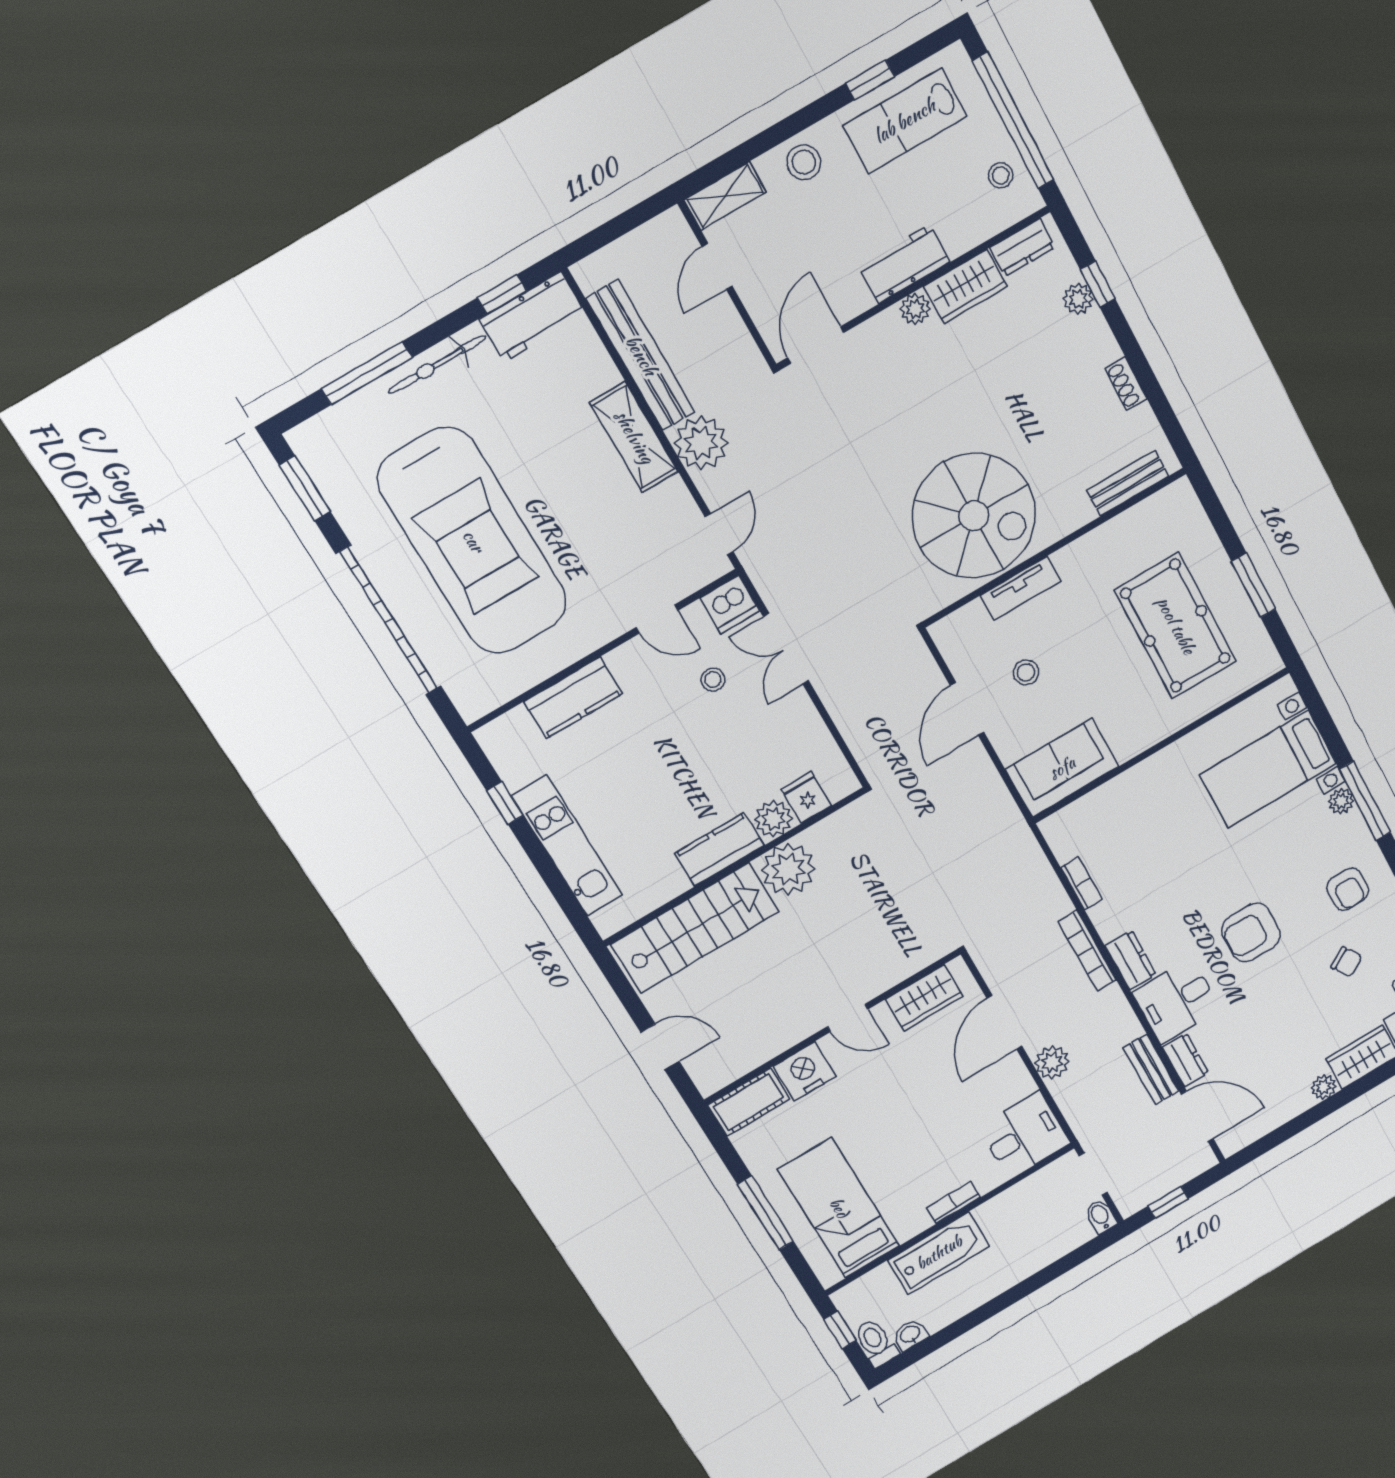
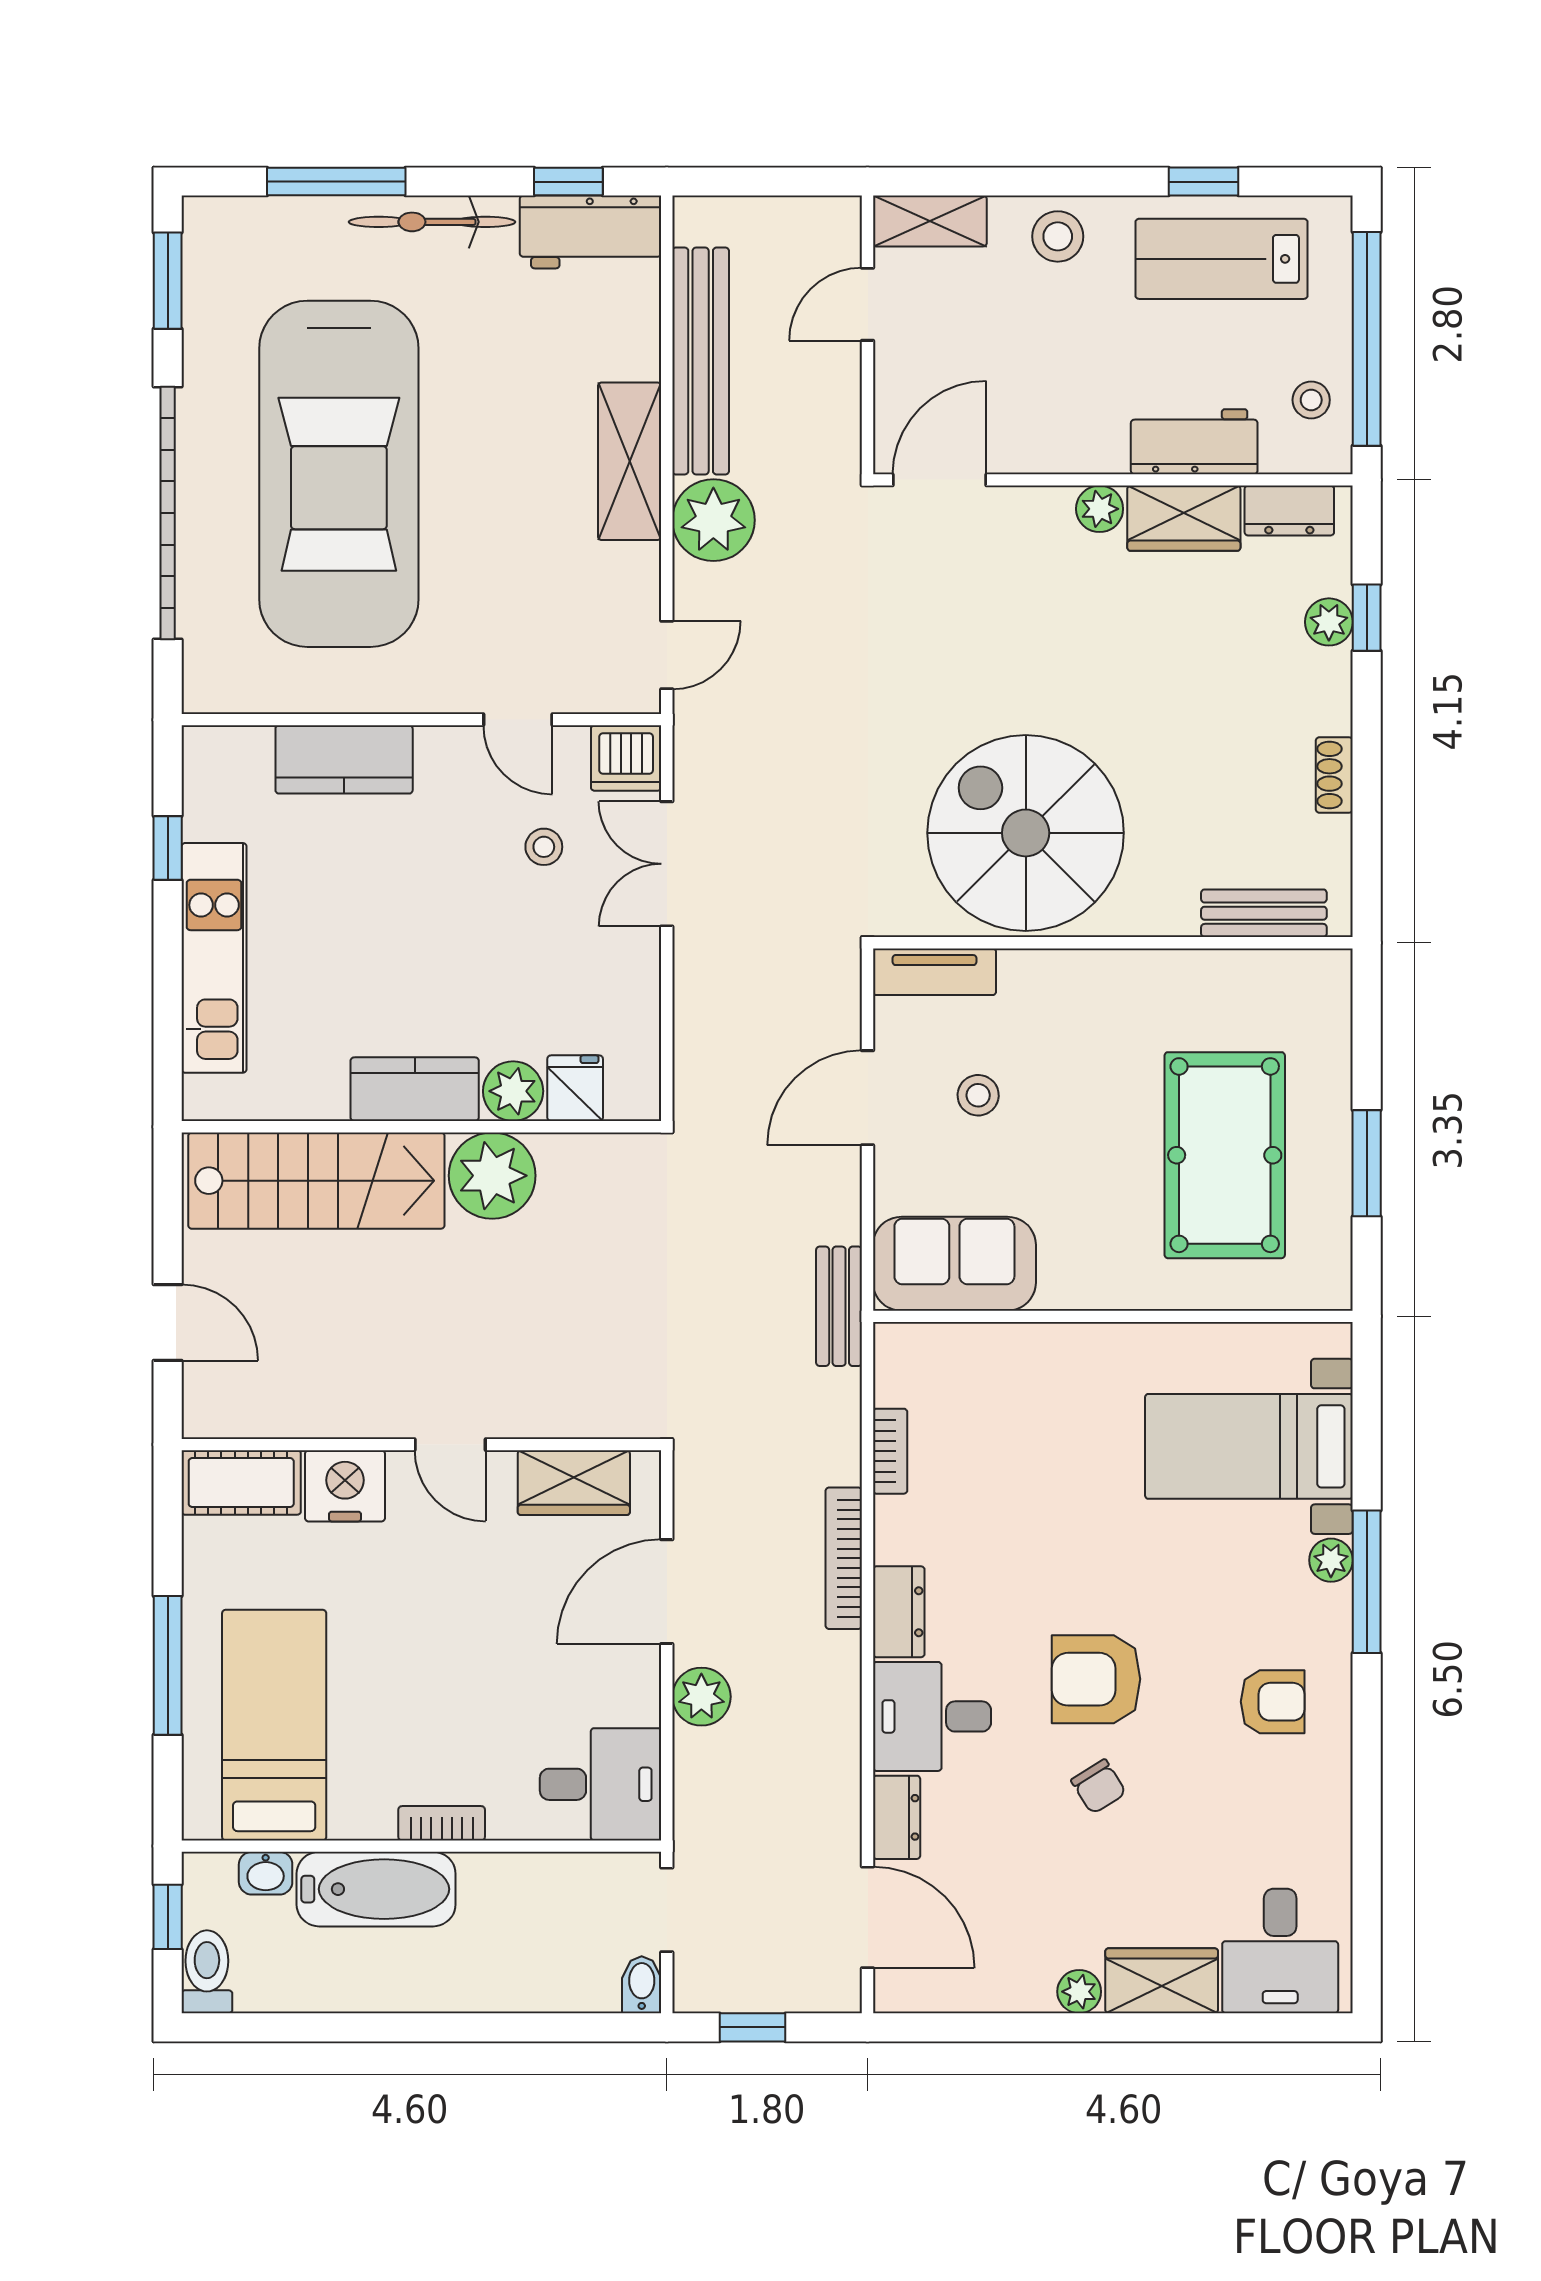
workbench: (904, 264) -> (1194, 442), moved
spiral stairs: (974, 516) -> (1026, 833), turned 180
tv unit: (1021, 588) -> (935, 972), moved
armchair: (1348, 889) -> (1273, 1702), turned -90
chair: (1346, 962) -> (1099, 1787), moved
bench: (1151, 1069) -> (839, 1306), moved
washbasin: (910, 1335) -> (266, 1873), moved, turned 180

